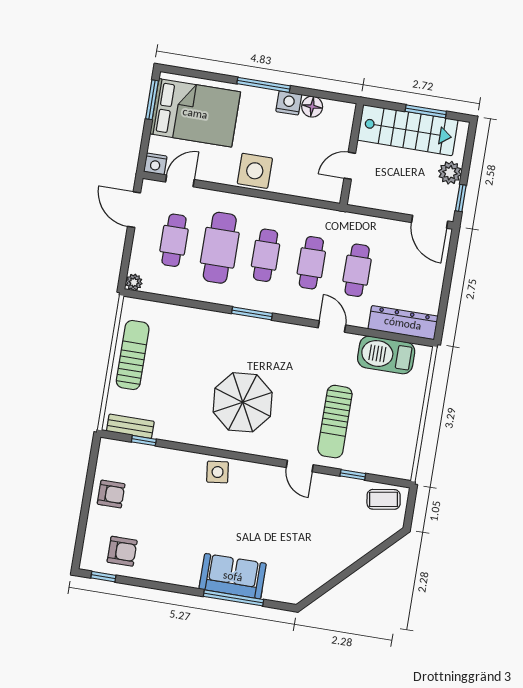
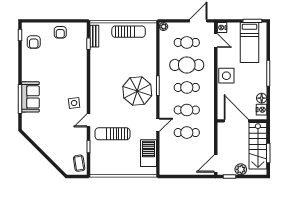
nightstand: (289, 103) -> (262, 110), moved
bed: (195, 113) -> (249, 43), width x0.67
door: (350, 166) -> (236, 121), width x1.87
dresser: (403, 323) -> (165, 159), removed
parasol: (243, 402) -> (137, 91), moved
side table: (218, 472) -> (74, 103), moved

